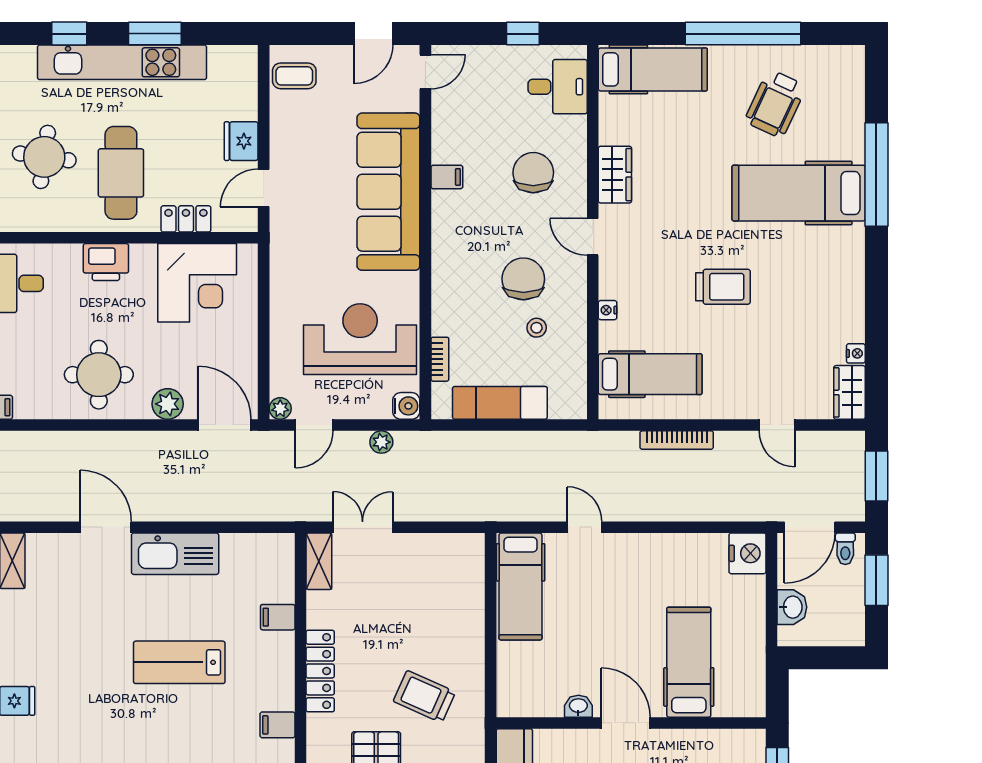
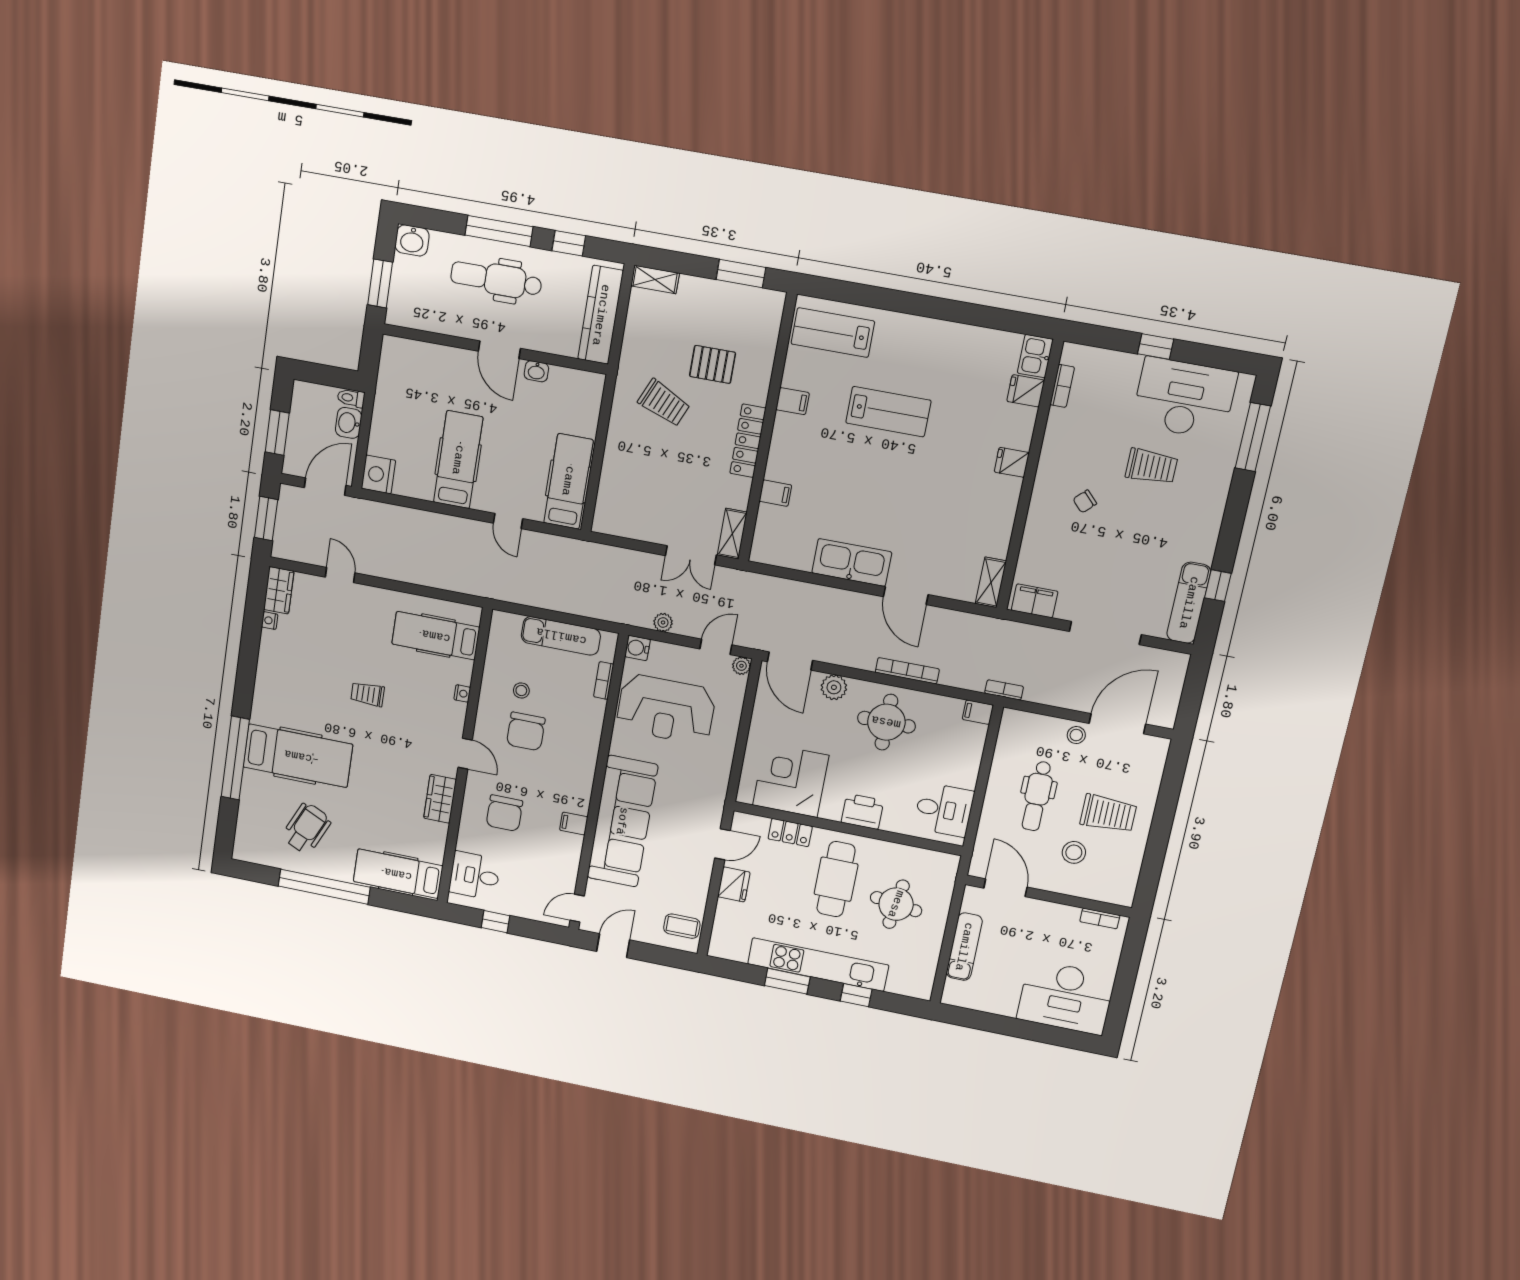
trolley: (723, 287) -> (368, 694), width x0.73, depth x0.72
bookcase: (677, 440) -> (907, 671), moved
toilet: (845, 549) -> (351, 398), moved, turned -90
lab bench: (179, 662) -> (888, 412), moved
hospital bed: (689, 662) -> (458, 460), moved, turned 180

